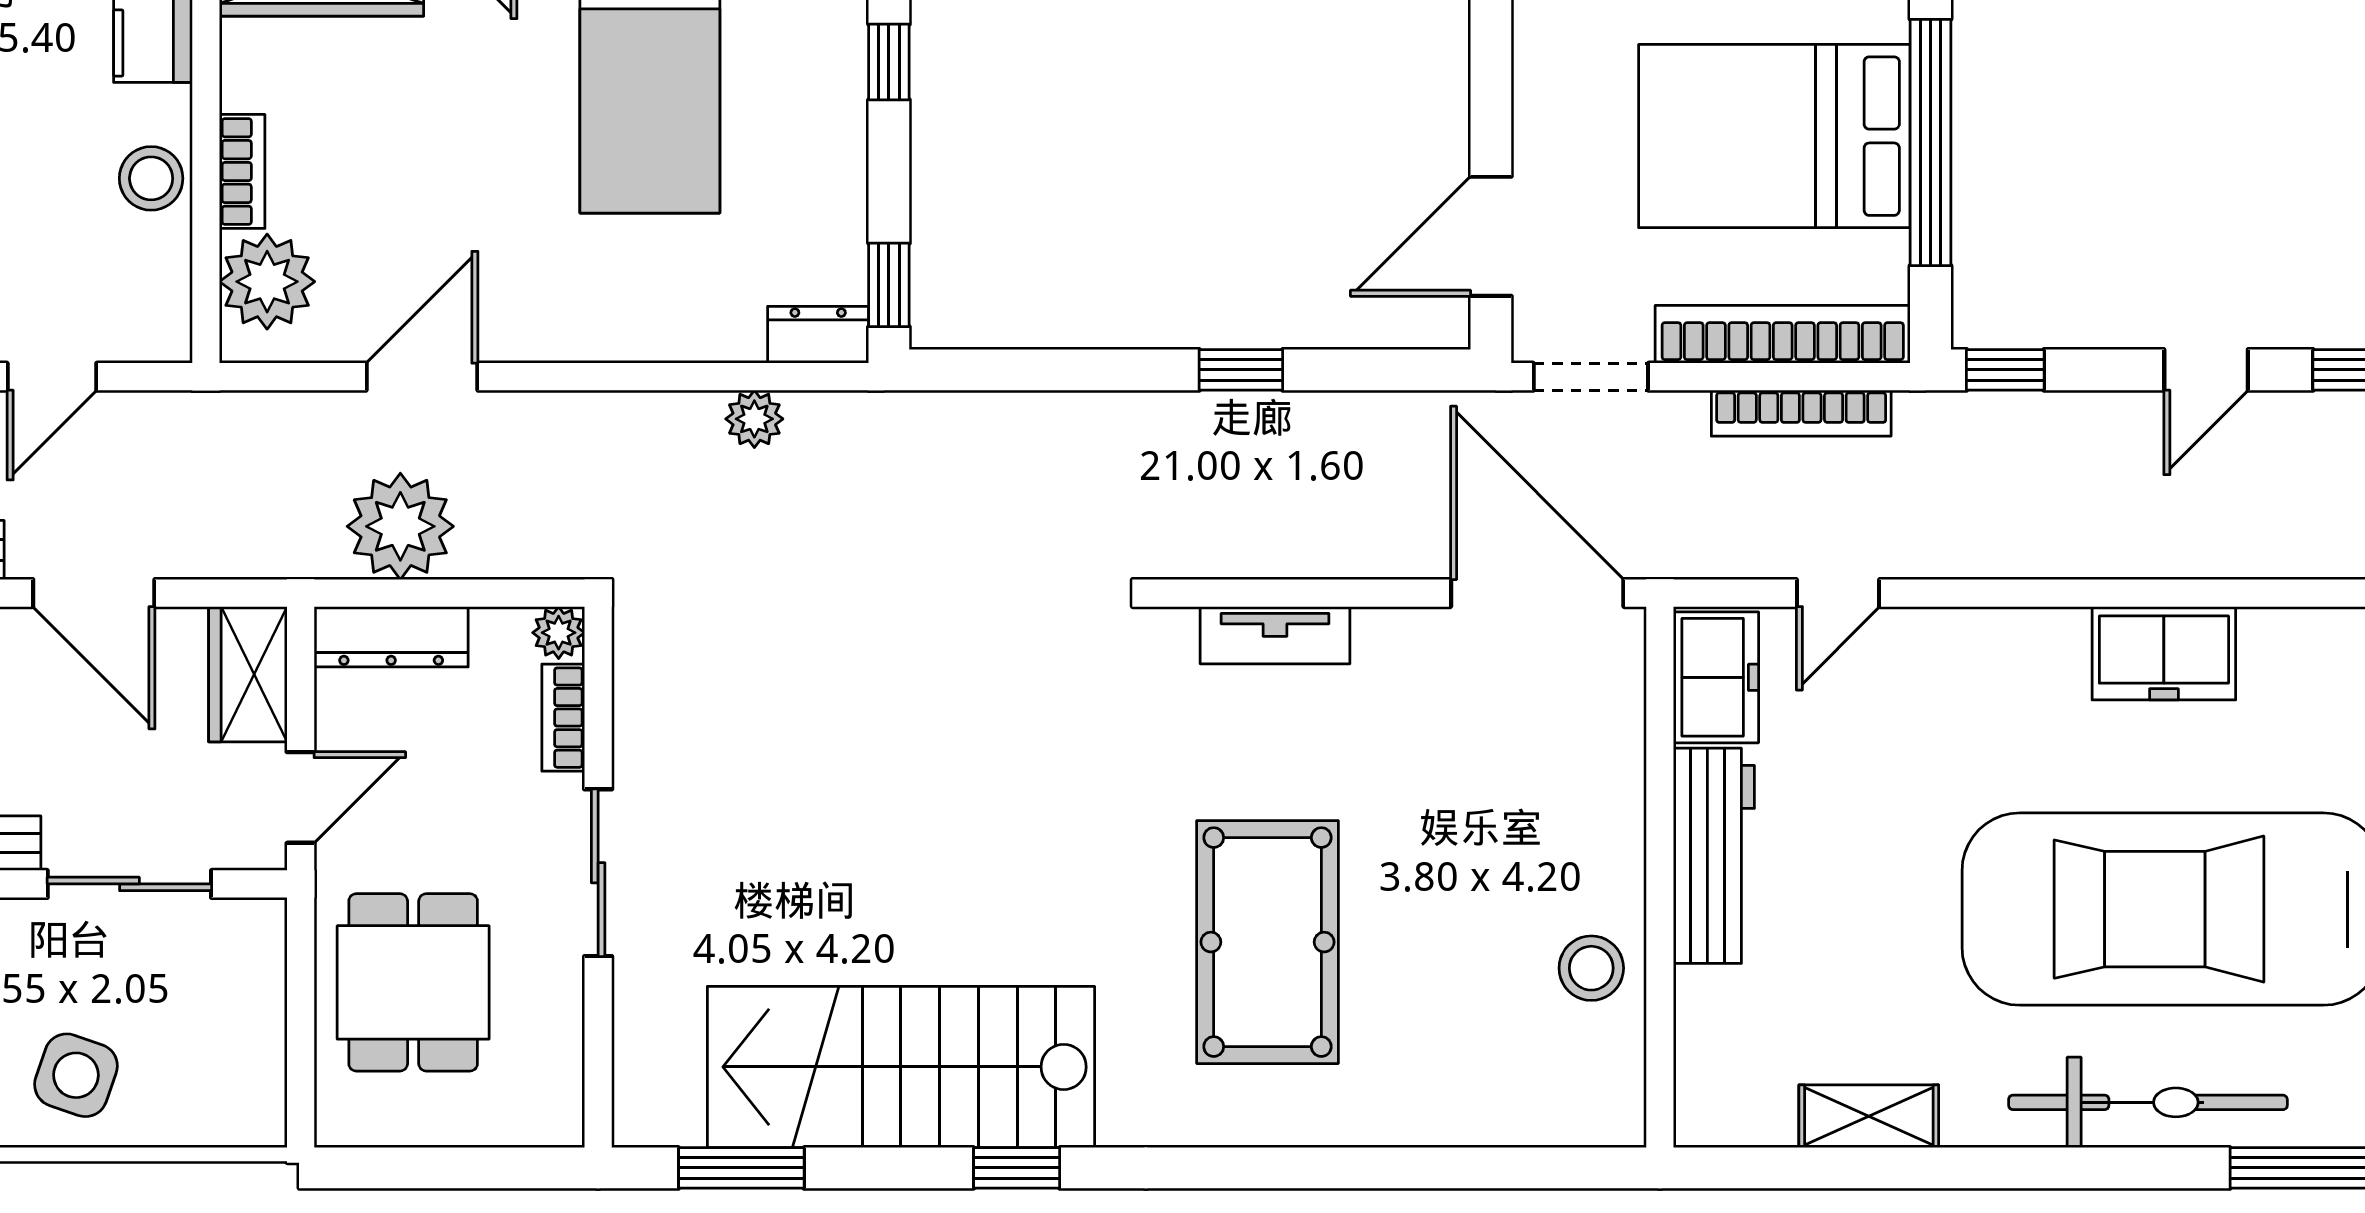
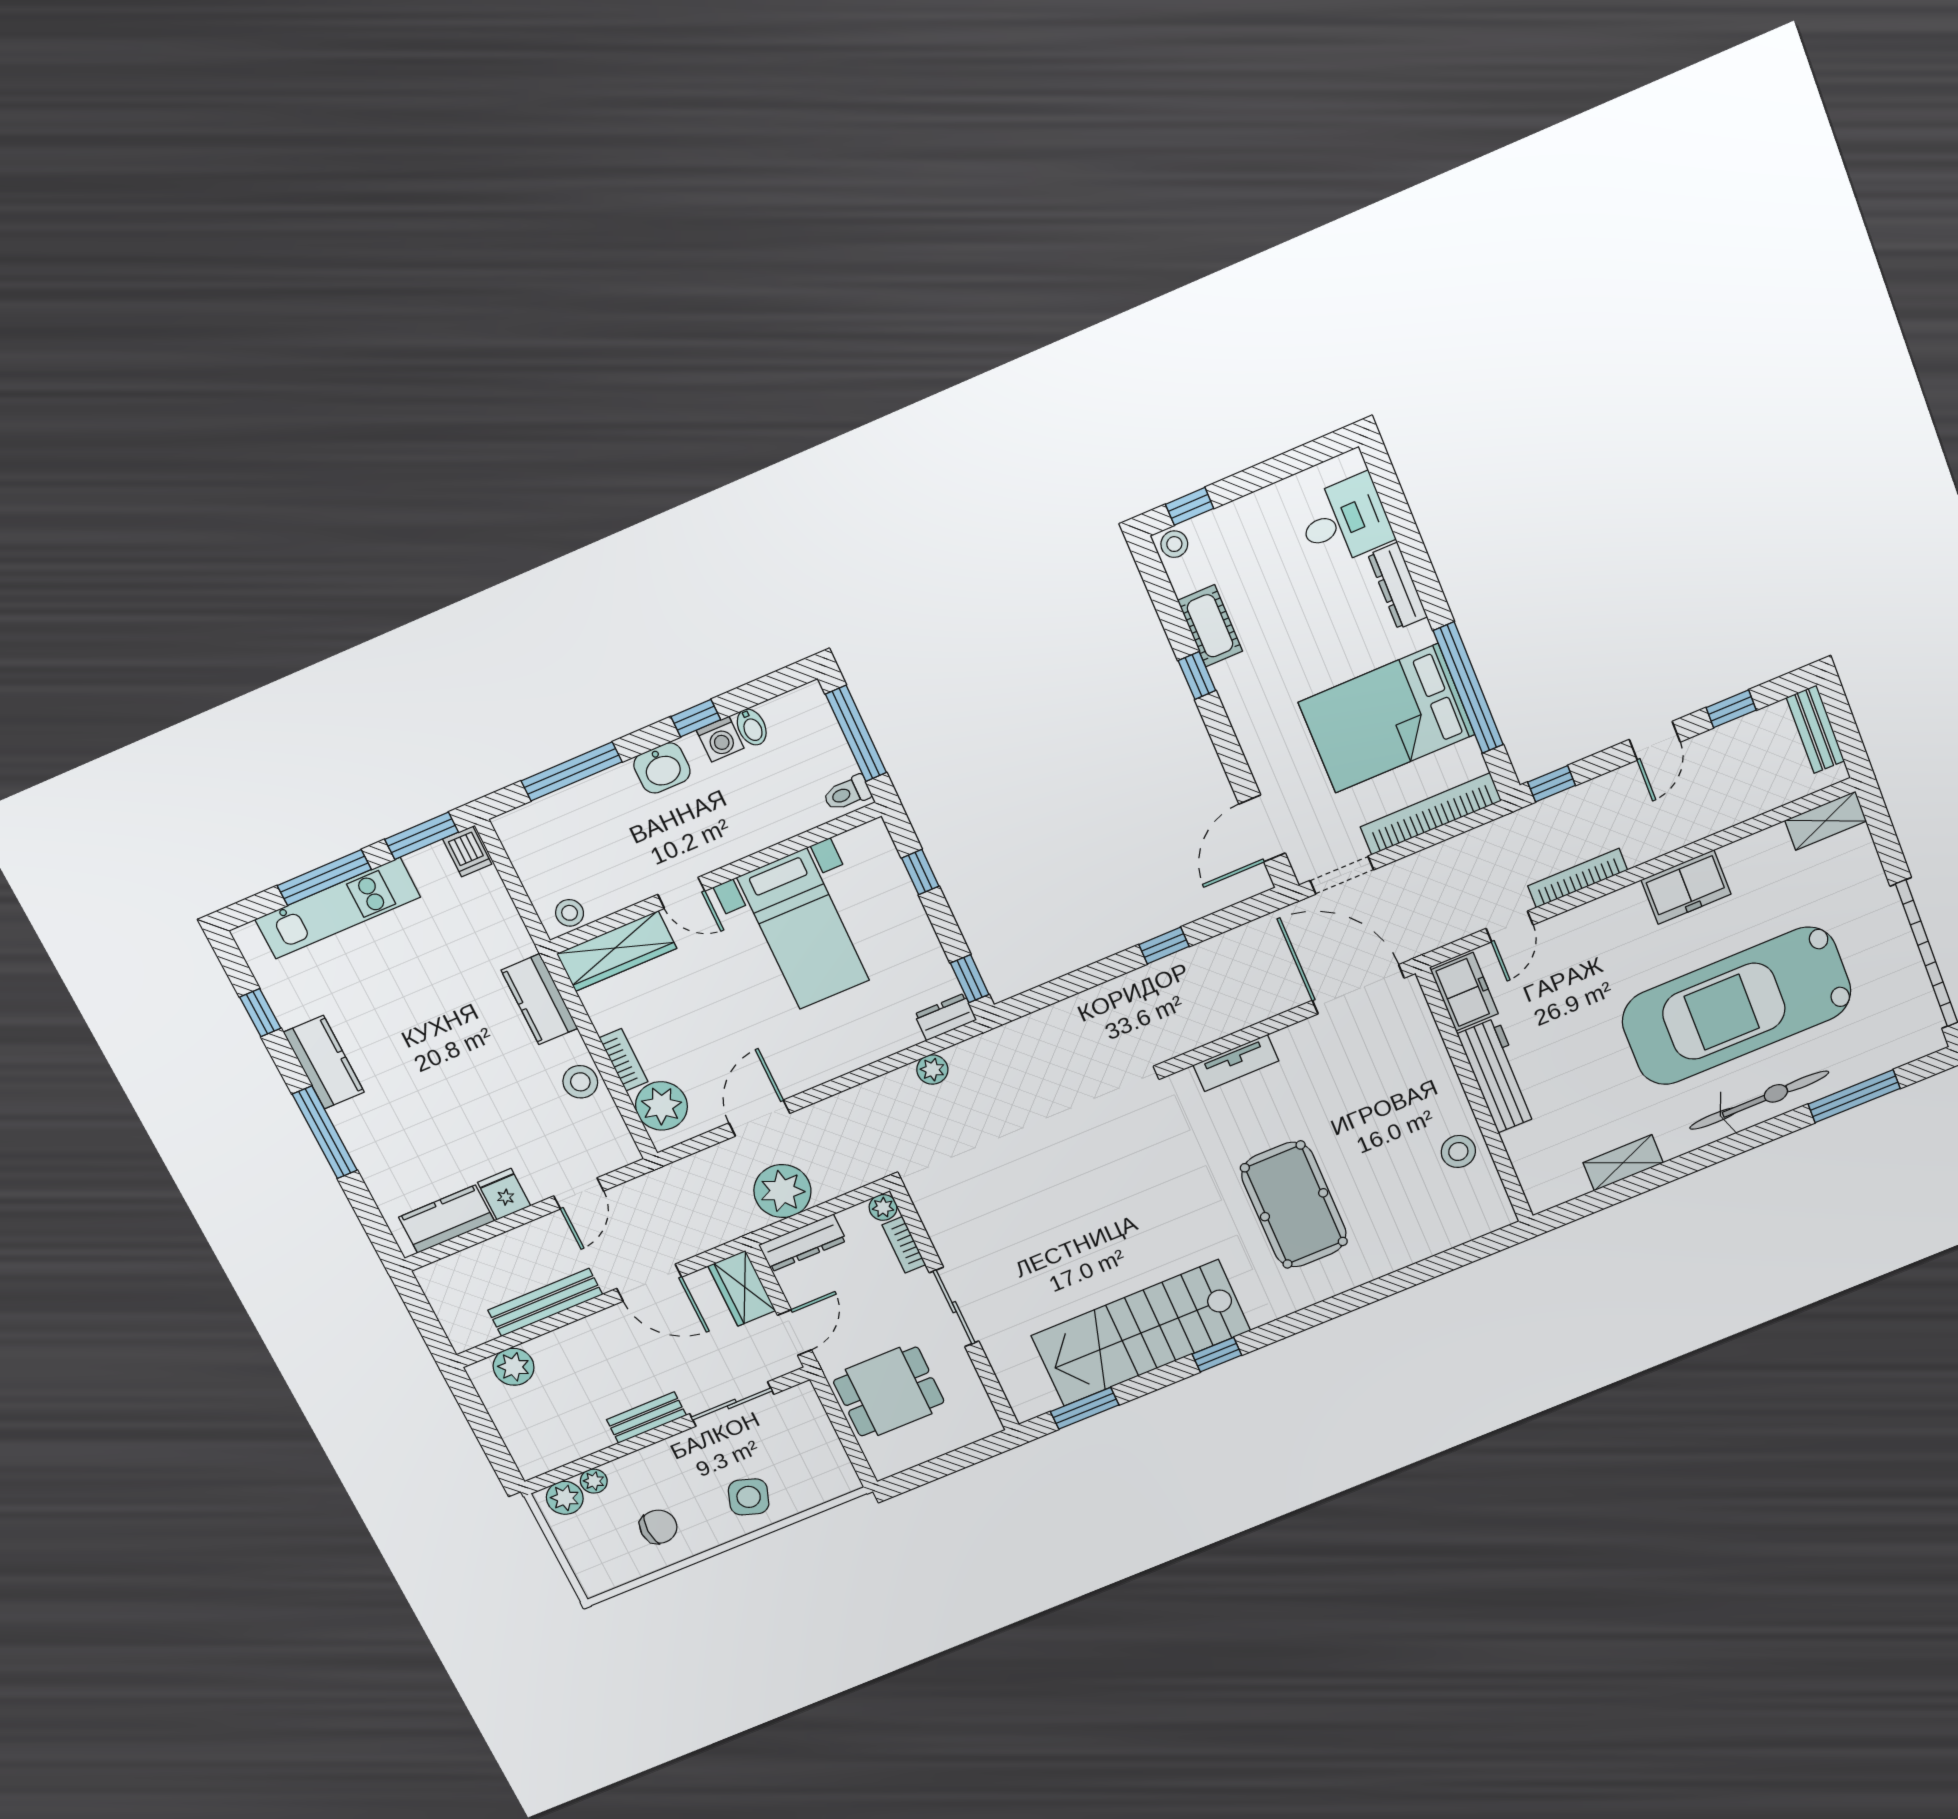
bookcase: (1801, 413) -> (1578, 878), moved, turned 180
dining table: (413, 982) -> (889, 1392), turned 90

